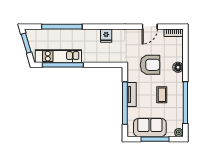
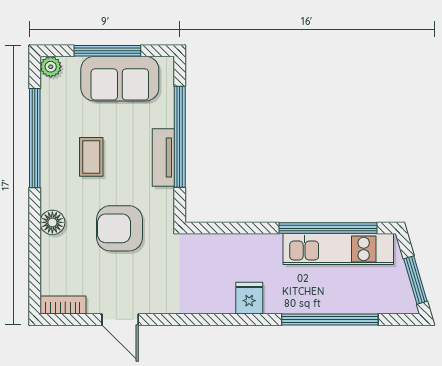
door: (150, 27) -> (120, 319), swing flipped
fridge: (106, 36) -> (249, 298), moved

